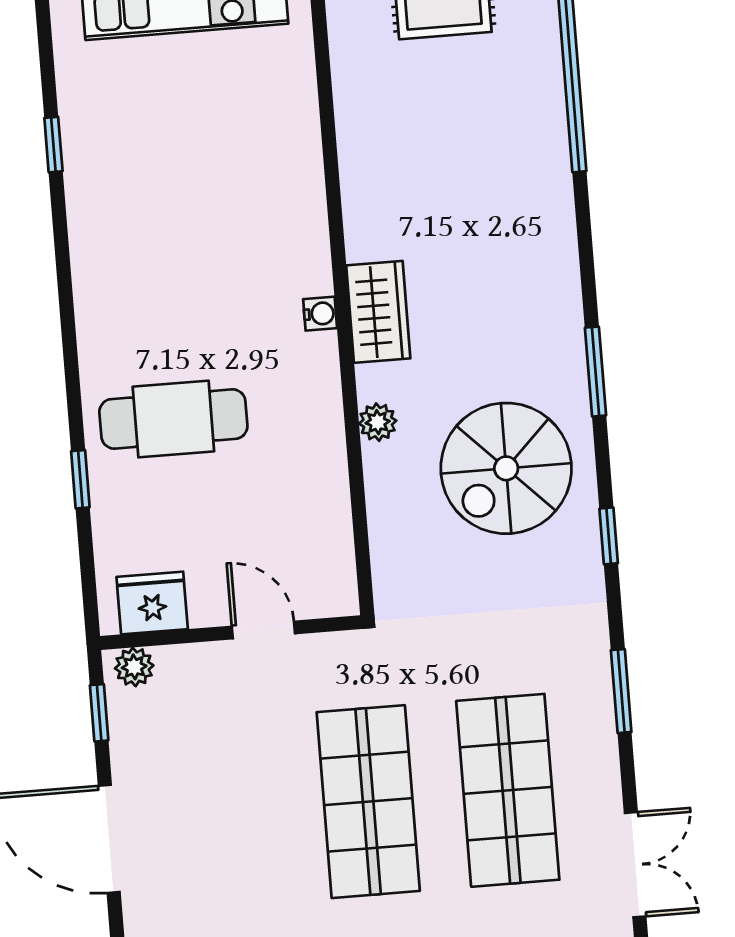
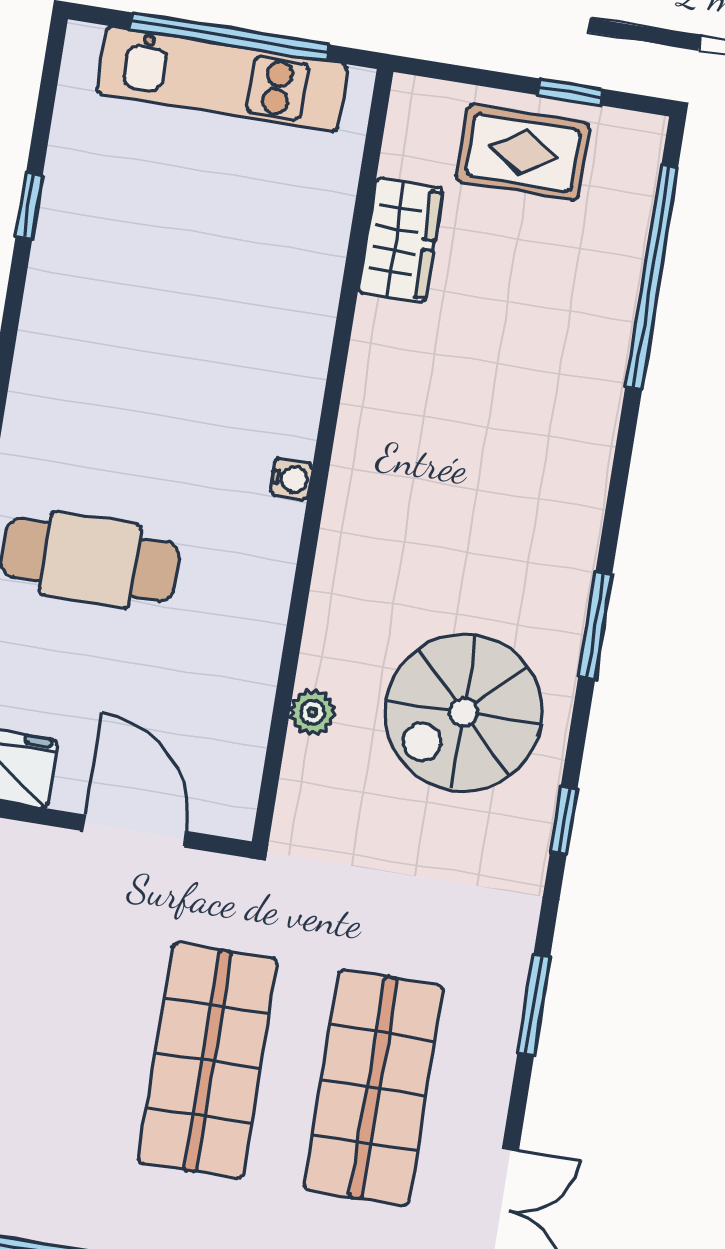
wardrobe: (378, 312) -> (400, 240), moved
plant: (378, 422) -> (313, 712), moved
door: (263, 630) -> (135, 831), width x1.38

